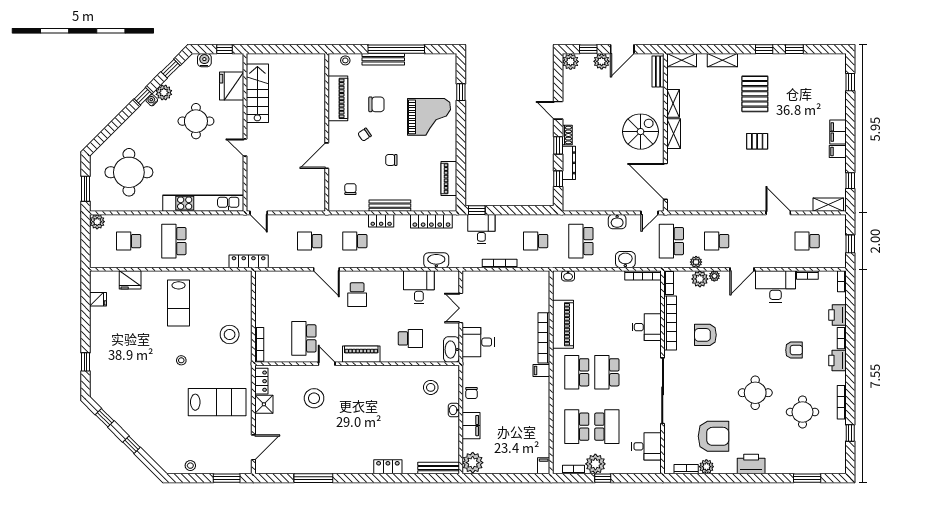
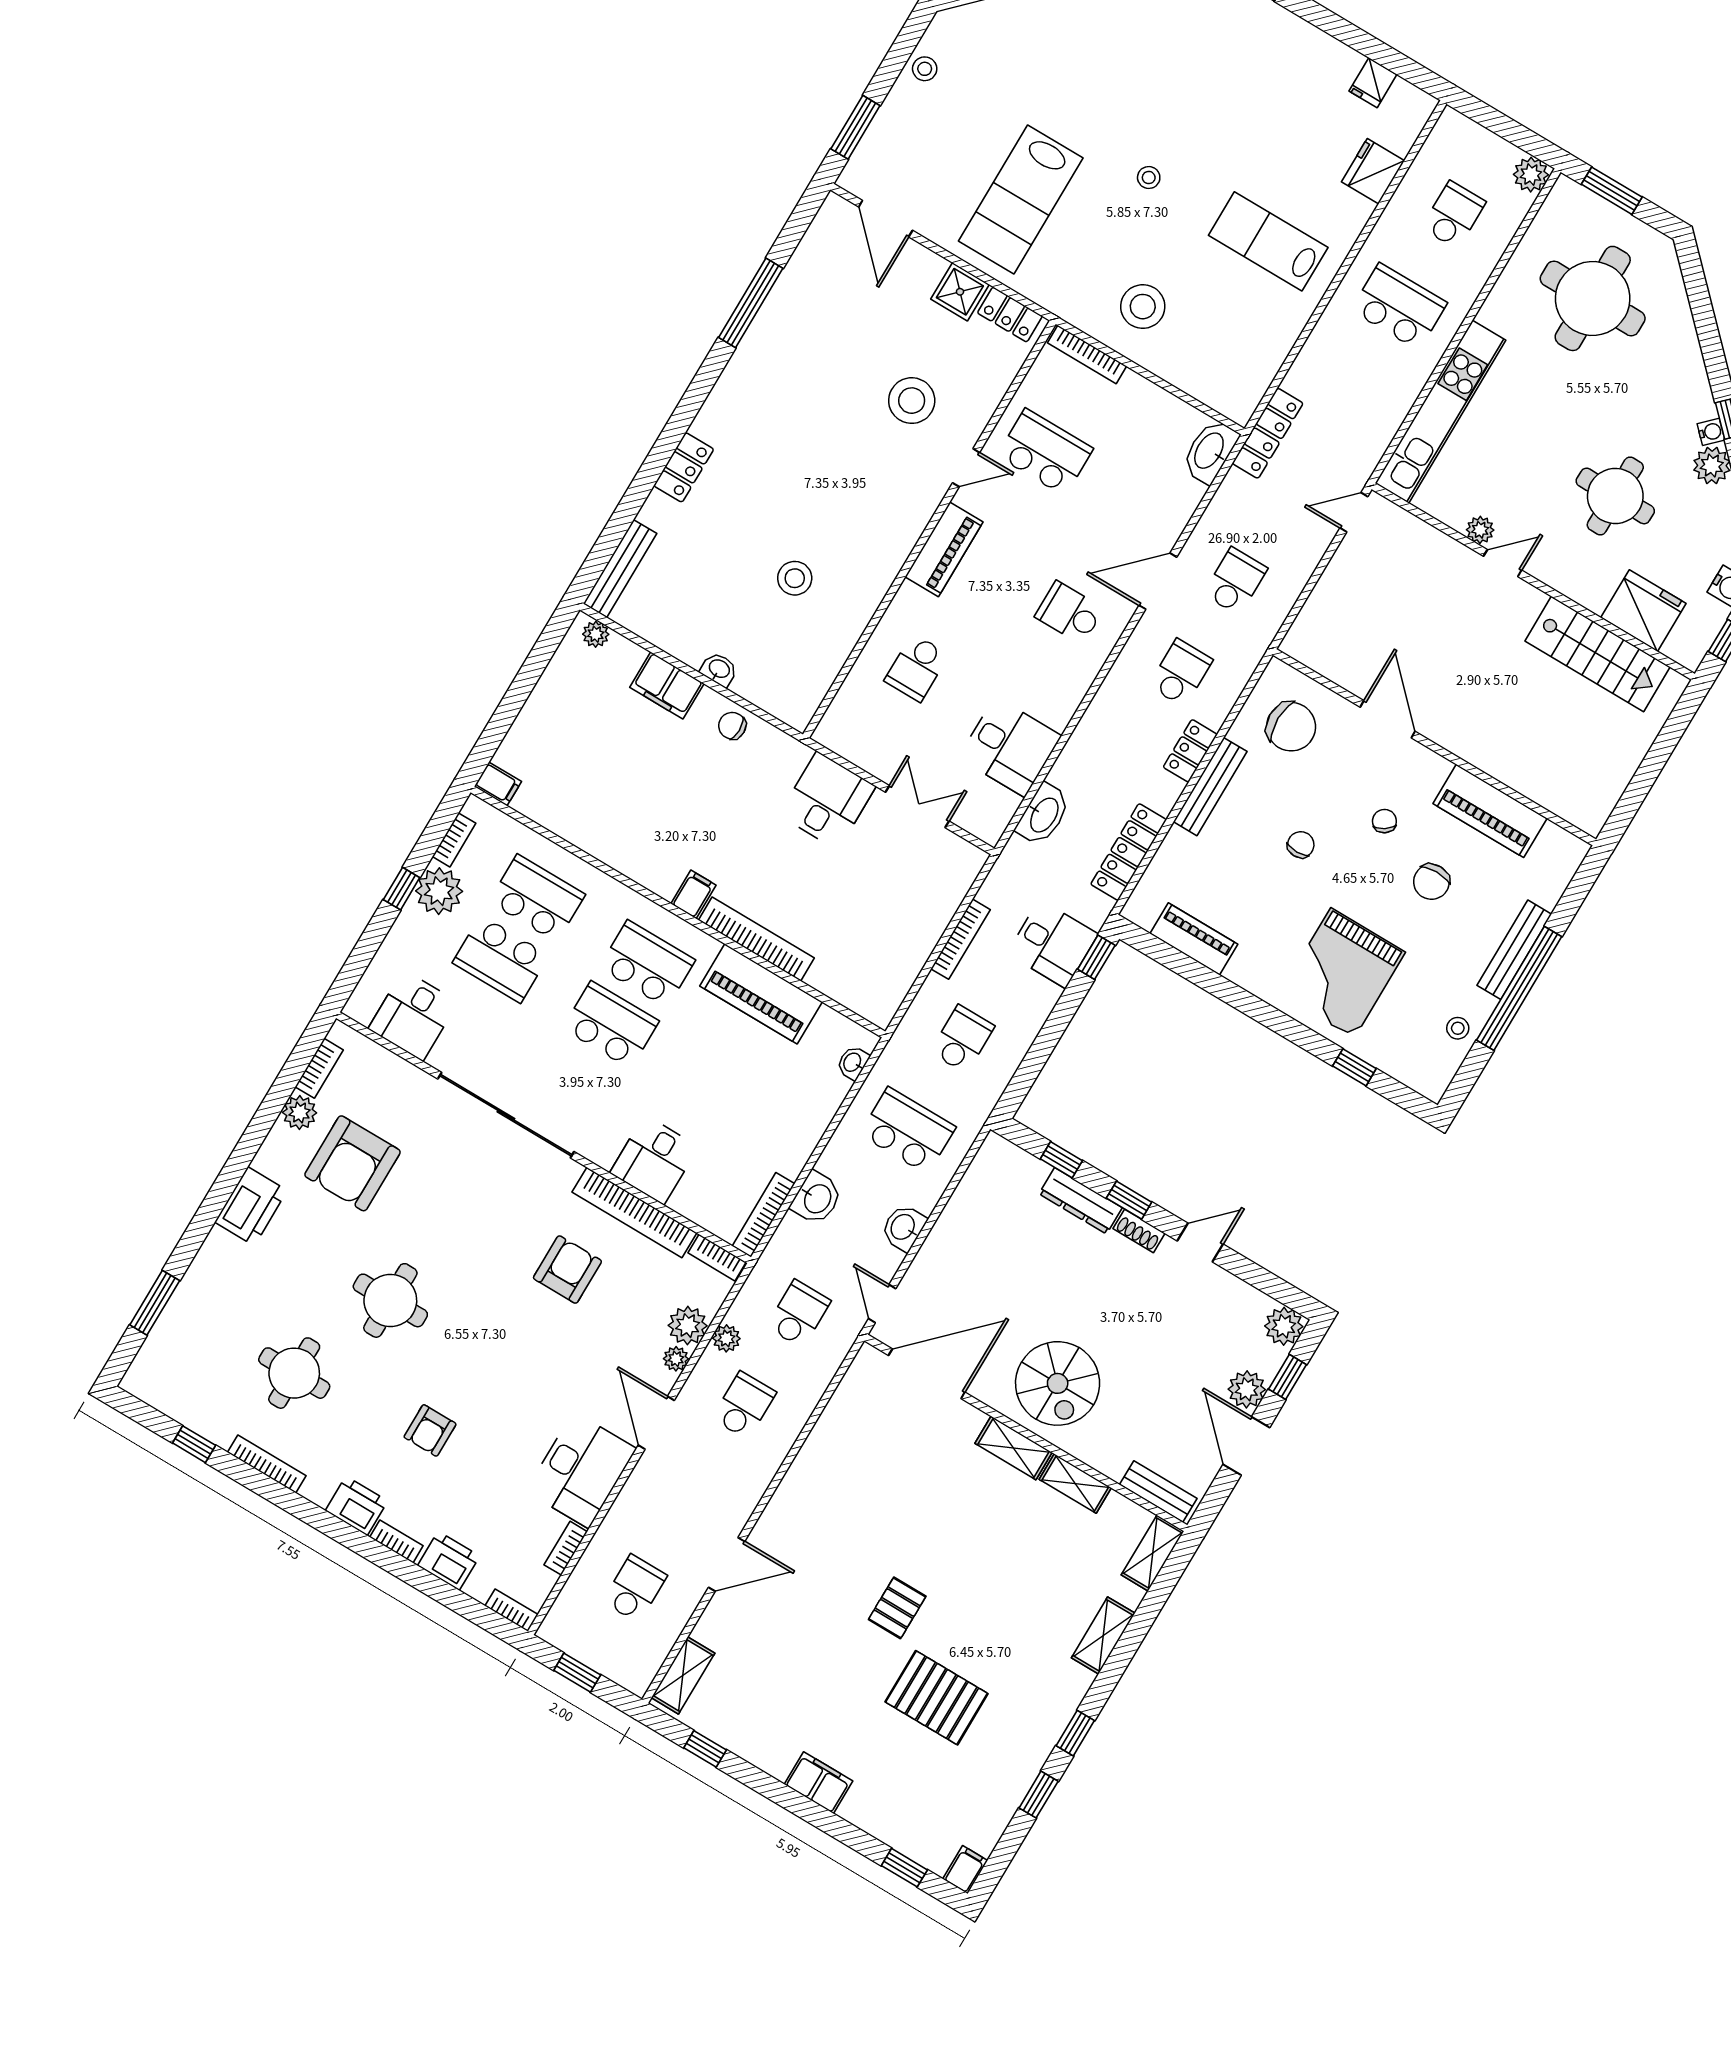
stool: (345, 60) -> (1458, 1028), moved
pallet: (755, 94) -> (937, 1698), moved
filing cabinet: (838, 151) -> (965, 1870), moved
plant: (238, 163) -> (1480, 530), added
chair: (350, 189) -> (1291, 727), width x1.87, depth x1.87
school desk: (671, 241) -> (799, 1314), width x0.54
washbasin: (452, 350) -> (1210, 451), moved, turned -90
stool: (431, 387) -> (795, 578), moved
plant: (473, 463) -> (596, 634), width x0.53, depth x0.53

